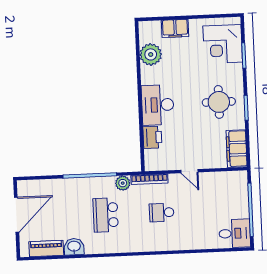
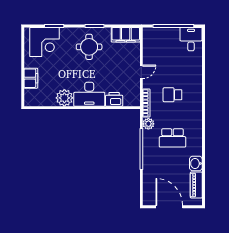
plant: (151, 54) -> (64, 98), moved
school desk: (162, 213) -> (172, 95), turned 90

